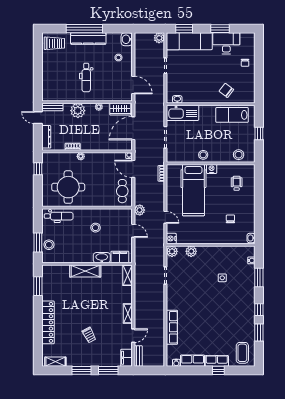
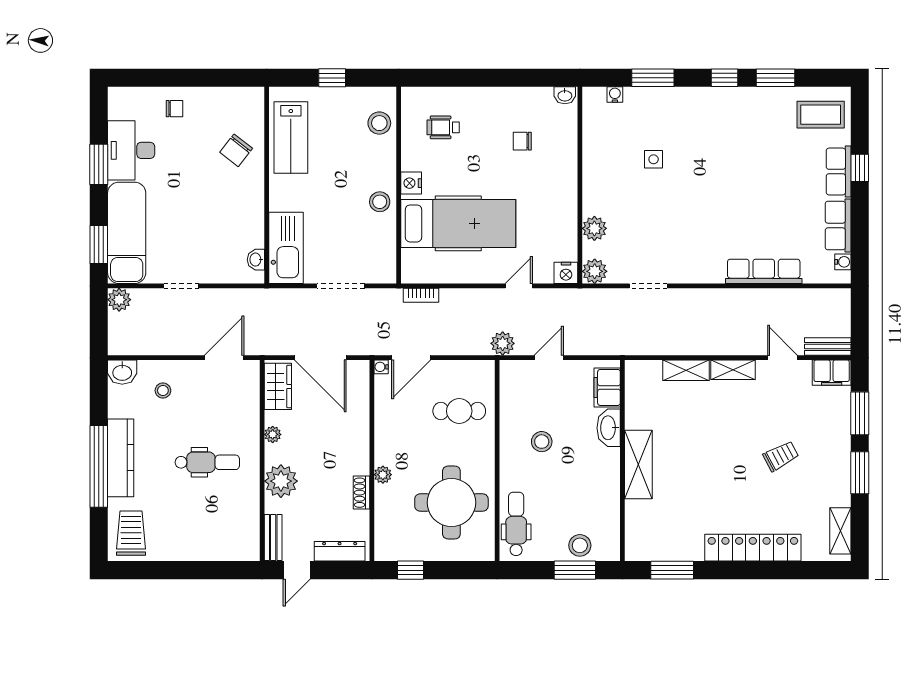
cafe table: (122, 191) -> (459, 411), moved
shelving: (128, 275) -> (686, 370), moved

